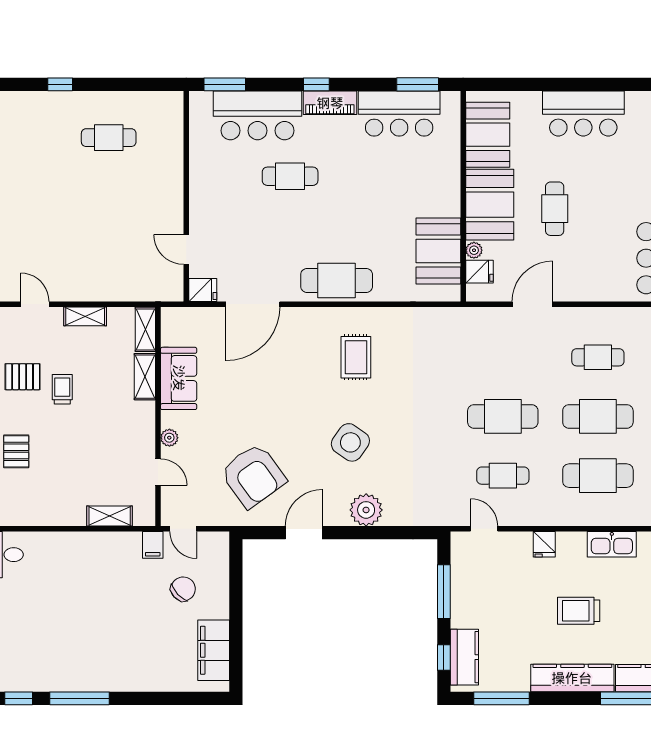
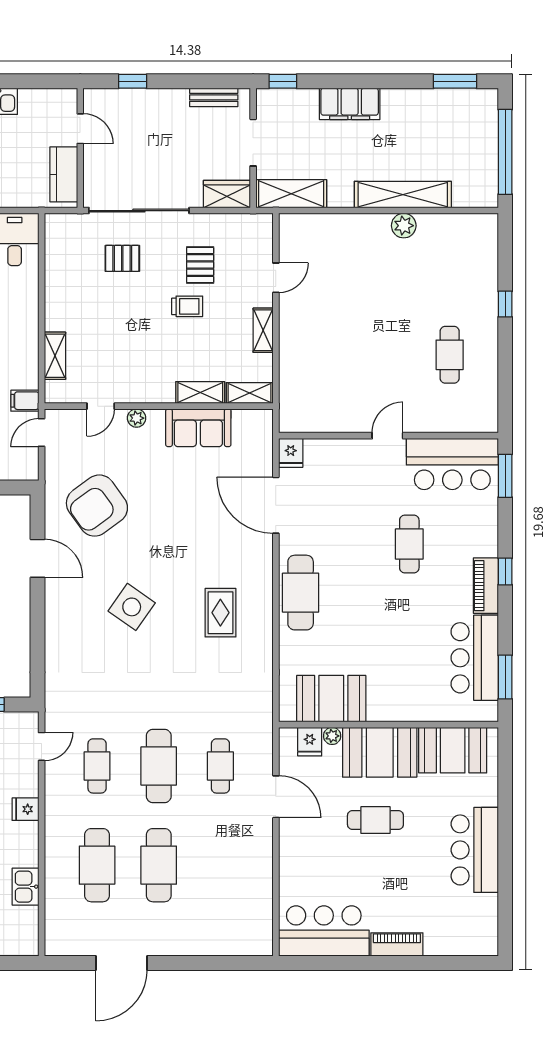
bar counter: (258, 115) -> (452, 464), moved, turned -90
door: (186, 250) -> (387, 436), moved
rug: (356, 357) -> (220, 613), turned 90
cafe table: (598, 357) -> (220, 766), moved
plant: (366, 510) -> (61, 623), removed
kitchen sink: (612, 544) -> (25, 887), width x0.73

